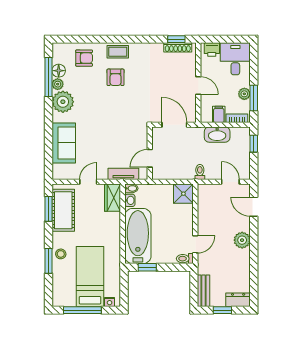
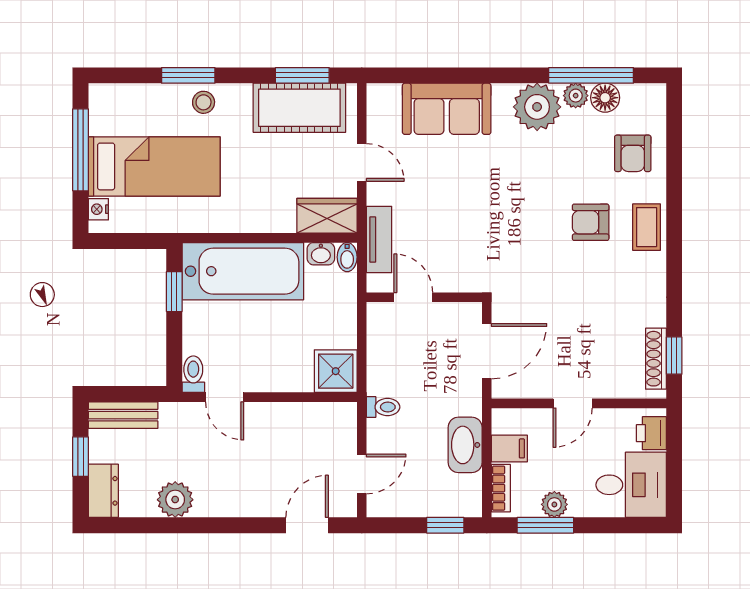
plant: (242, 240) -> (175, 500), moved

